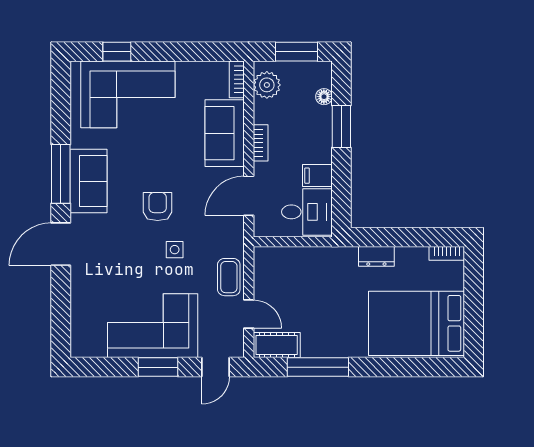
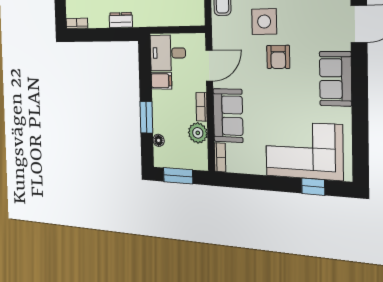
plant: (267, 85) -> (198, 133), moved
window: (61, 174) -> (360, 85), removed
side table: (175, 250) -> (264, 22), width x1.87, depth x1.87

